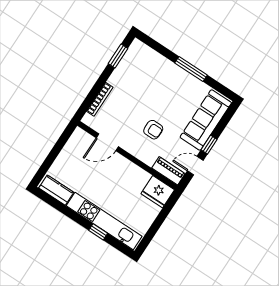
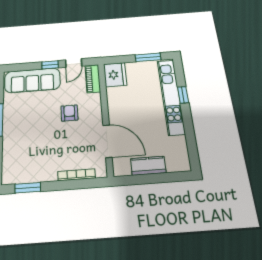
door: (107, 142) -> (107, 141), width x1.36
door: (195, 166) -> (74, 63), hinge flipped
kitchen counter: (56, 190) -> (148, 166), moved, turned 90
window: (152, 232) -> (148, 57), added

